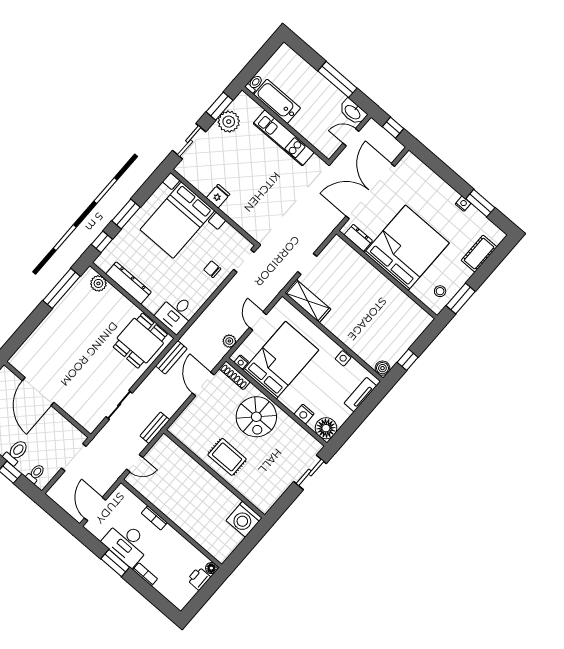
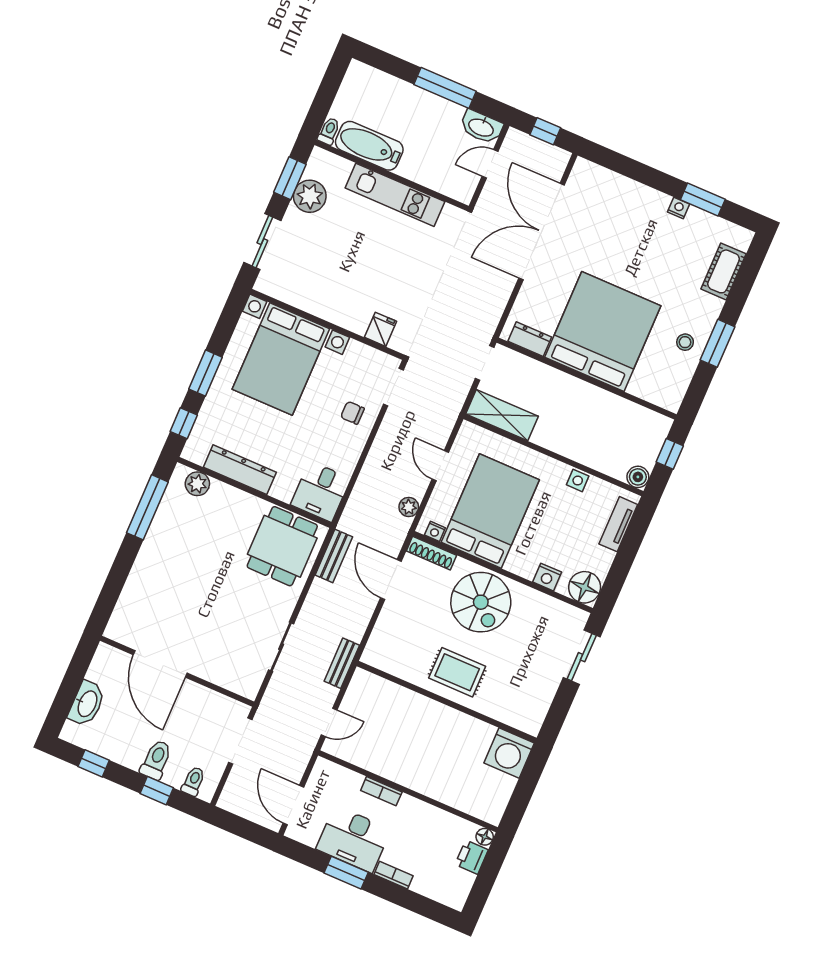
fridge: (218, 196) -> (380, 329), moved
dresser: (358, 238) -> (530, 339), moved
bed: (407, 248) -> (603, 332), moved
wall: (387, 275) -> (587, 379), moved

